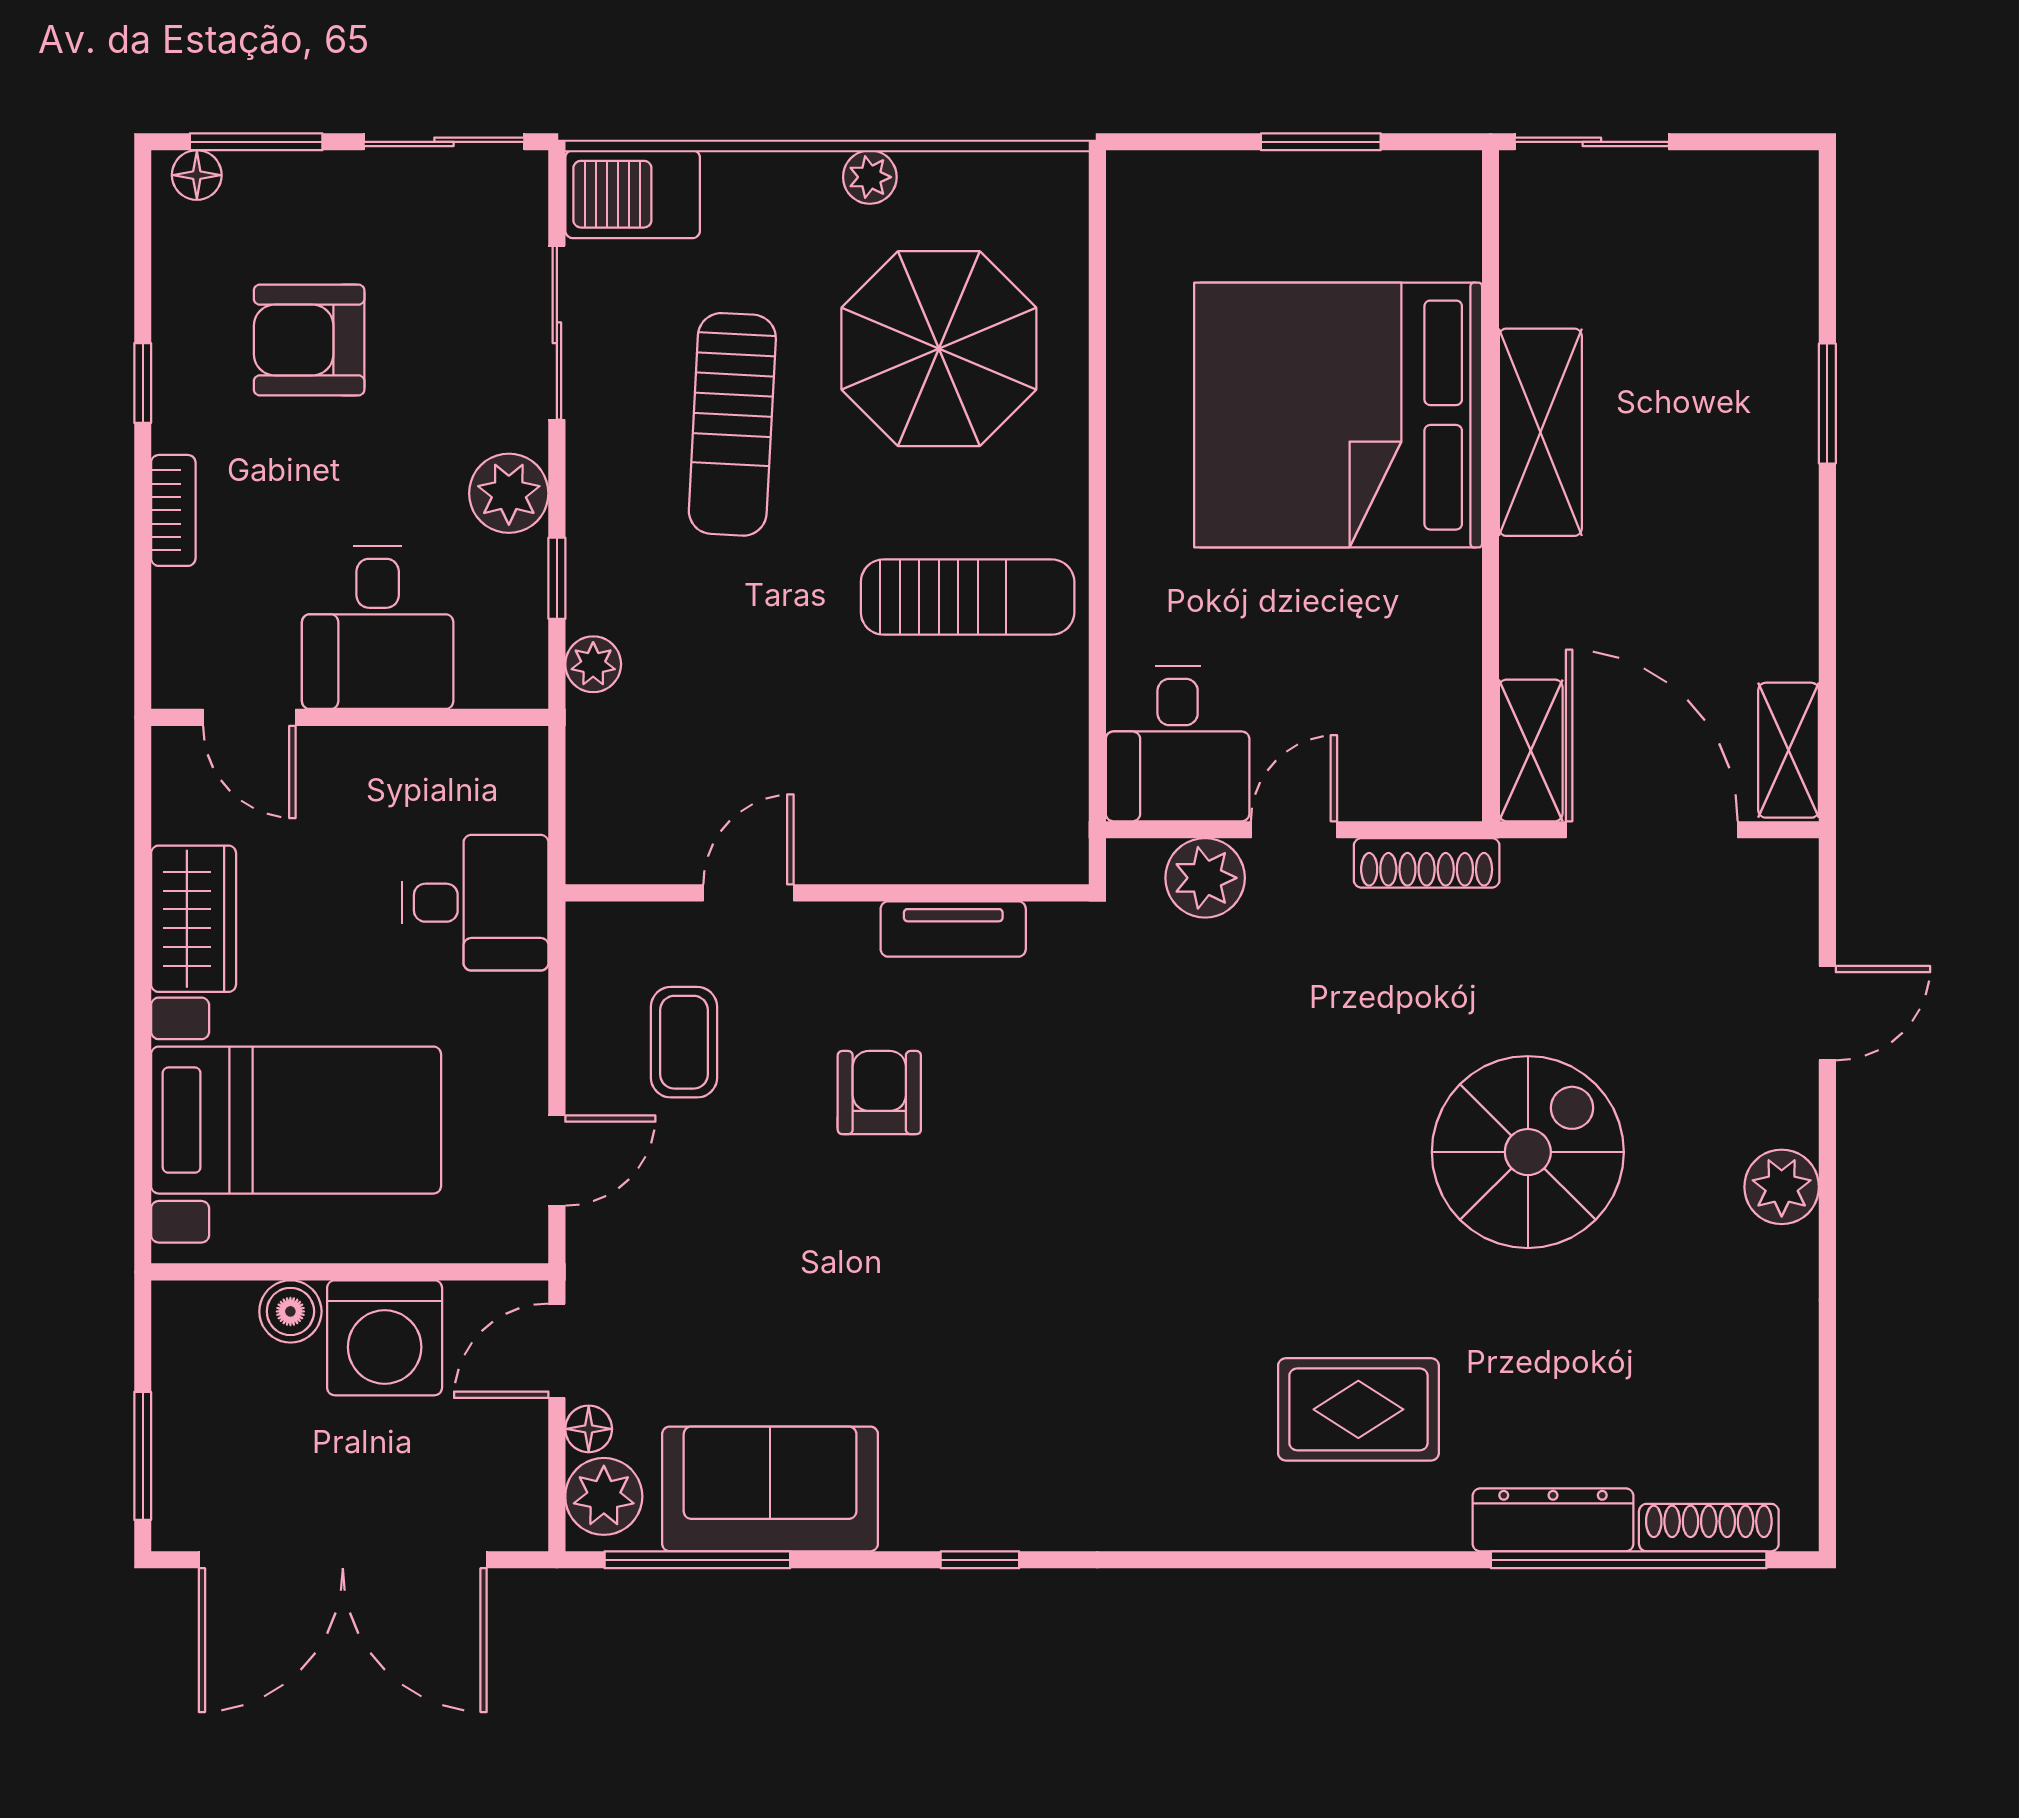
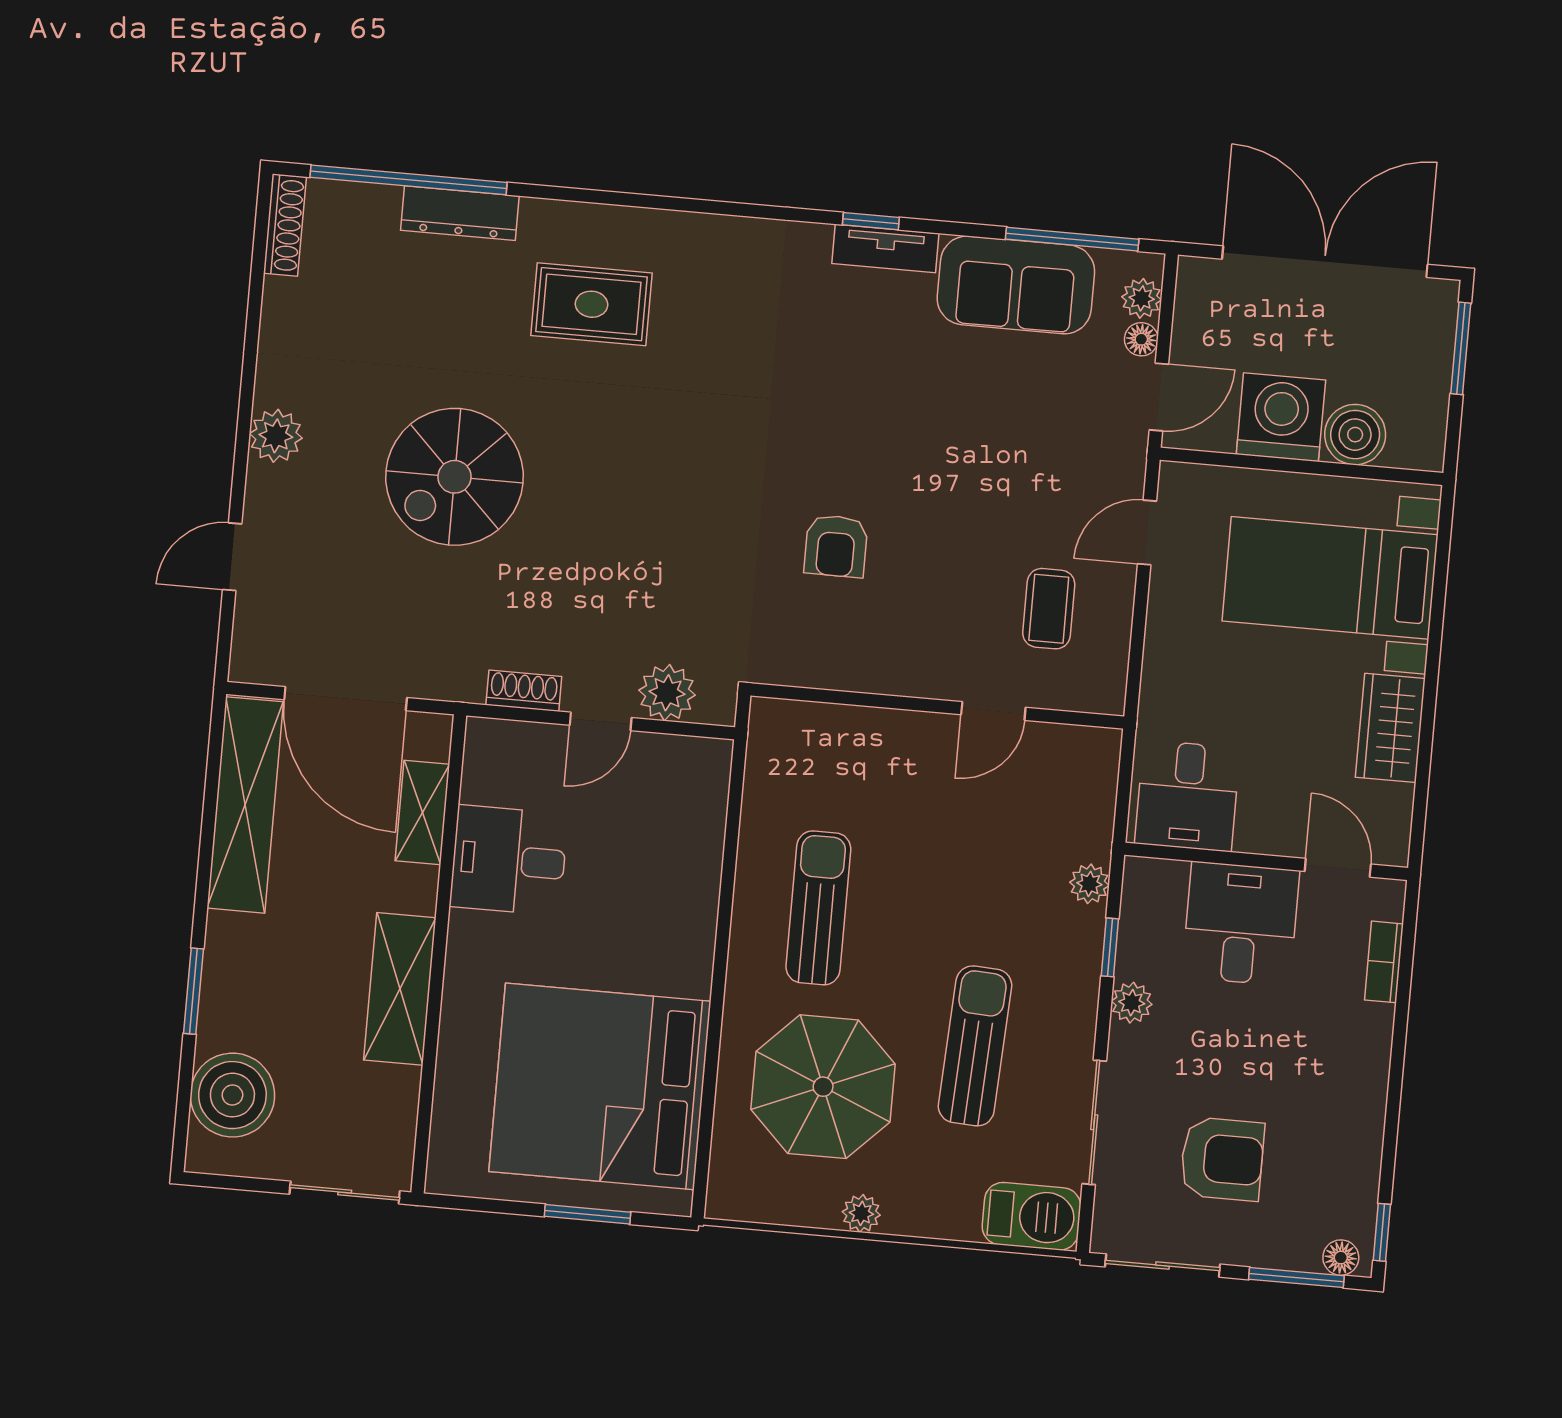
window: (1321, 142) -> (587, 1214), moved
boiler: (1760, 264) -> (232, 1095), added
armchair: (309, 340) -> (1222, 1159), moved
window: (143, 383) -> (1382, 1232), moved
bed: (1338, 415) -> (600, 1086), moved, turned 180
plant: (509, 493) -> (1132, 1003), width x0.73, depth x0.73
bookcase: (173, 510) -> (1384, 962), moved
sun lounger: (968, 597) -> (818, 908), turned 90
desk: (1178, 744) -> (509, 860), moved, turned -90
shelving: (1531, 750) -> (422, 813), moved
shelving: (1789, 750) -> (245, 805), width x2.20, depth x1.33
shoe rack: (1427, 863) -> (524, 691), width x0.70
desk: (475, 903) -> (1187, 796), moved, turned -90
tv unit: (953, 929) -> (885, 248), moved, turned 180
armchair: (879, 1093) -> (836, 546), moved
boiler: (290, 1311) -> (1355, 435), width x1.36, depth x1.36
plant: (604, 1496) -> (1142, 298), width x0.73, depth x0.73
shoe rack: (1709, 1528) -> (285, 225), moved, turned -90

